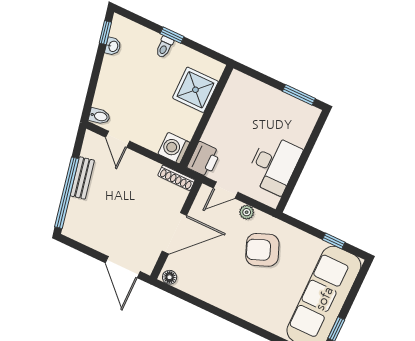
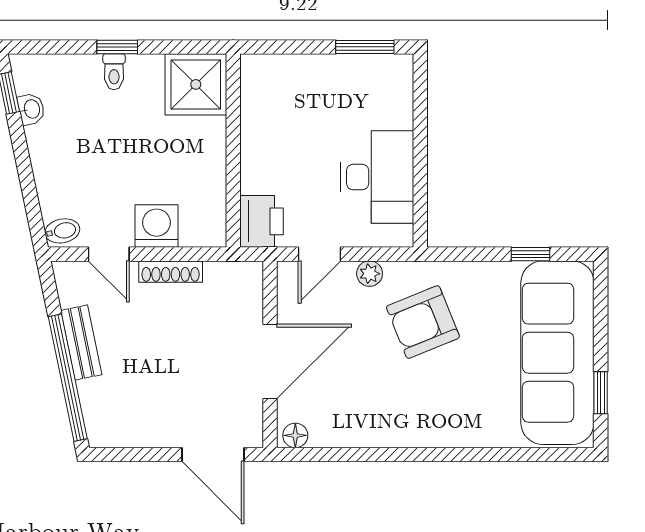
shower: (195, 90) -> (196, 84), moved
washing machine: (174, 148) -> (156, 226), moved, turned 90
shoe rack: (176, 178) -> (171, 272), moved

